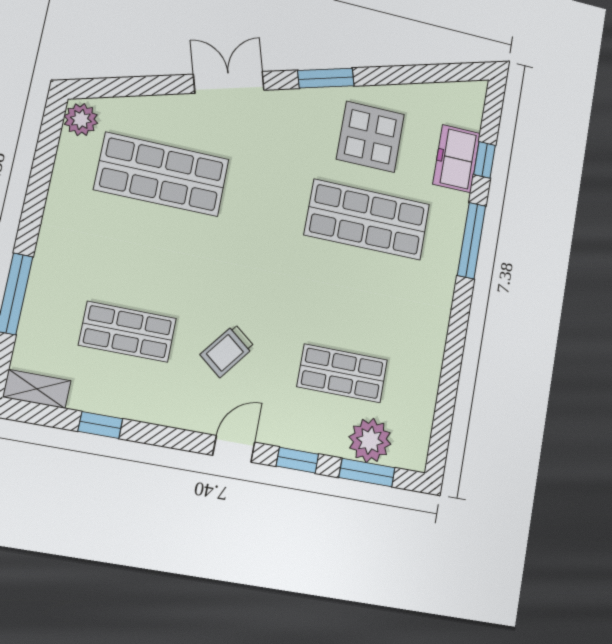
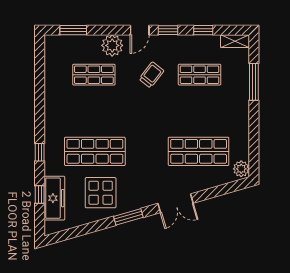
freezer: (457, 159) -> (54, 198), width x1.40
window: (472, 241) -> (40, 152), width x0.46
plant: (370, 440) -> (112, 45), moved
window: (297, 460) -> (168, 30), moved

